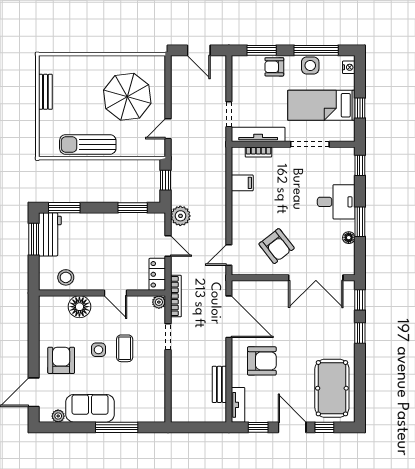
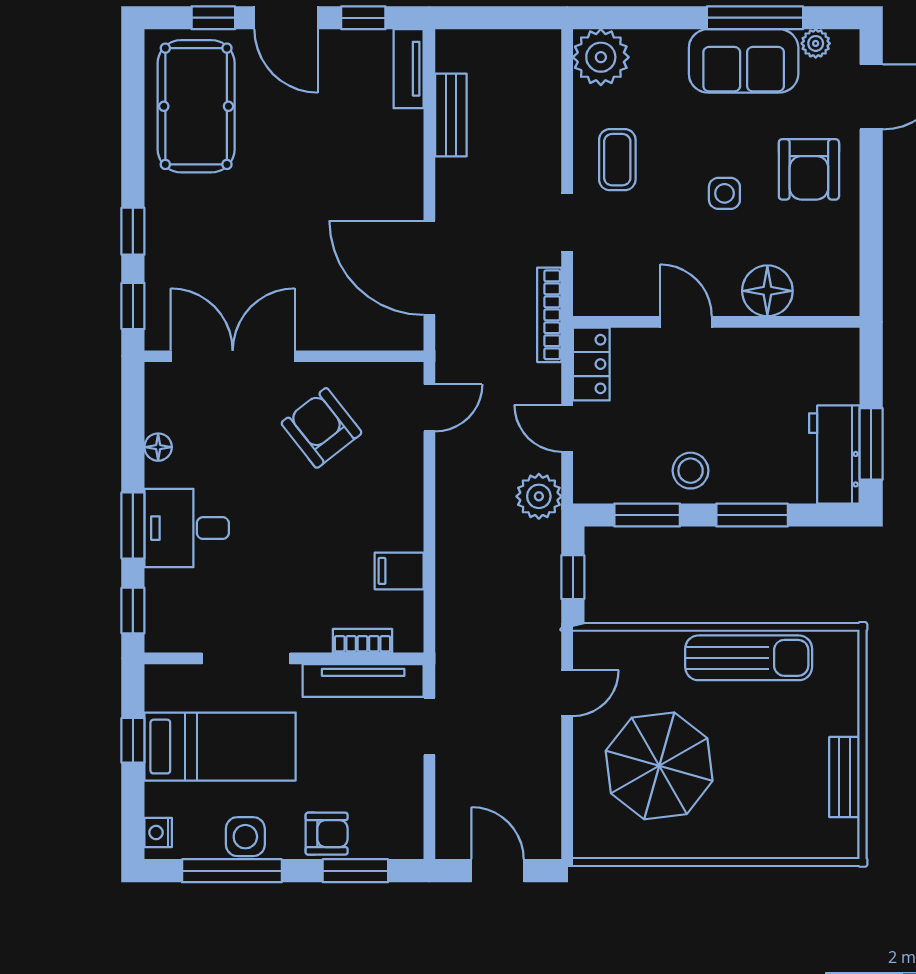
window: (64, 208) -> (752, 515), moved
window: (360, 222) -> (133, 525), moved
stool: (66, 277) -> (691, 471), moved
plant: (159, 302) -> (601, 57), moved, width x1.87, depth x1.87
coffee table: (125, 348) -> (617, 160), moved
armchair: (262, 361) -> (355, 168), removed
window: (117, 427) -> (755, 18), moved

